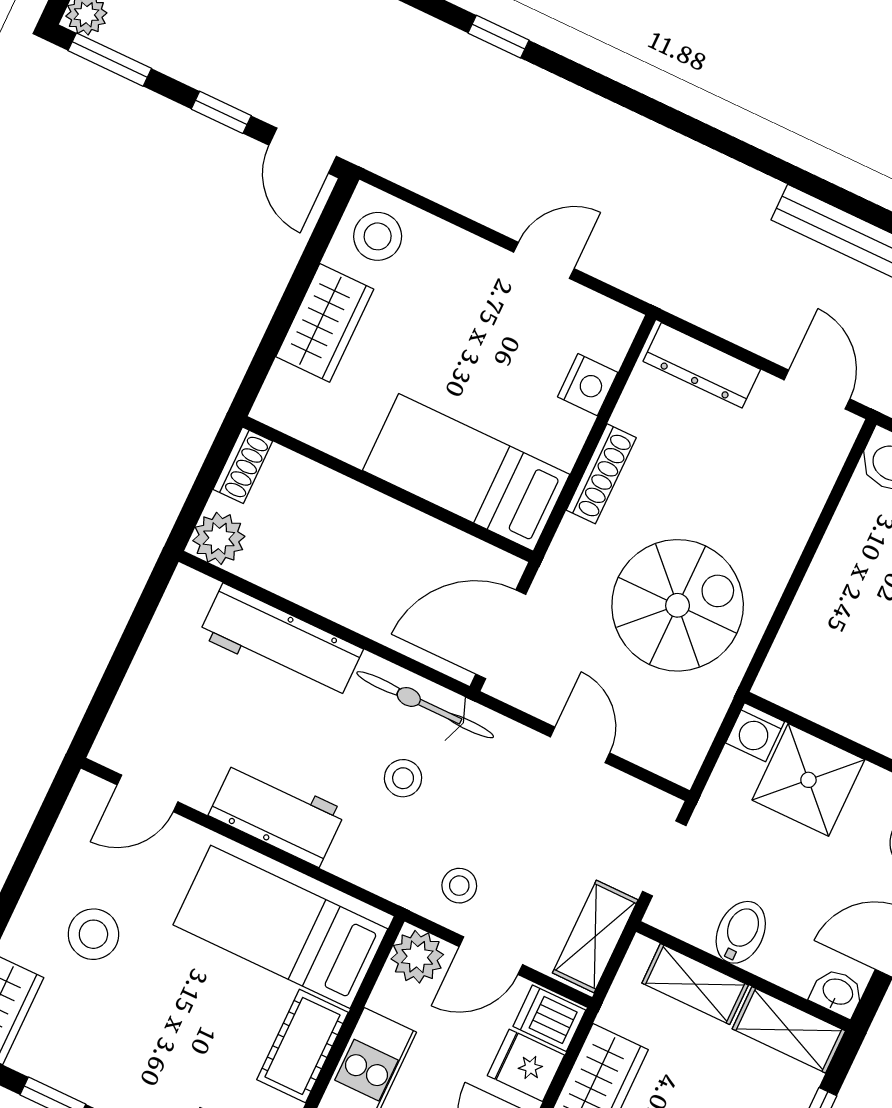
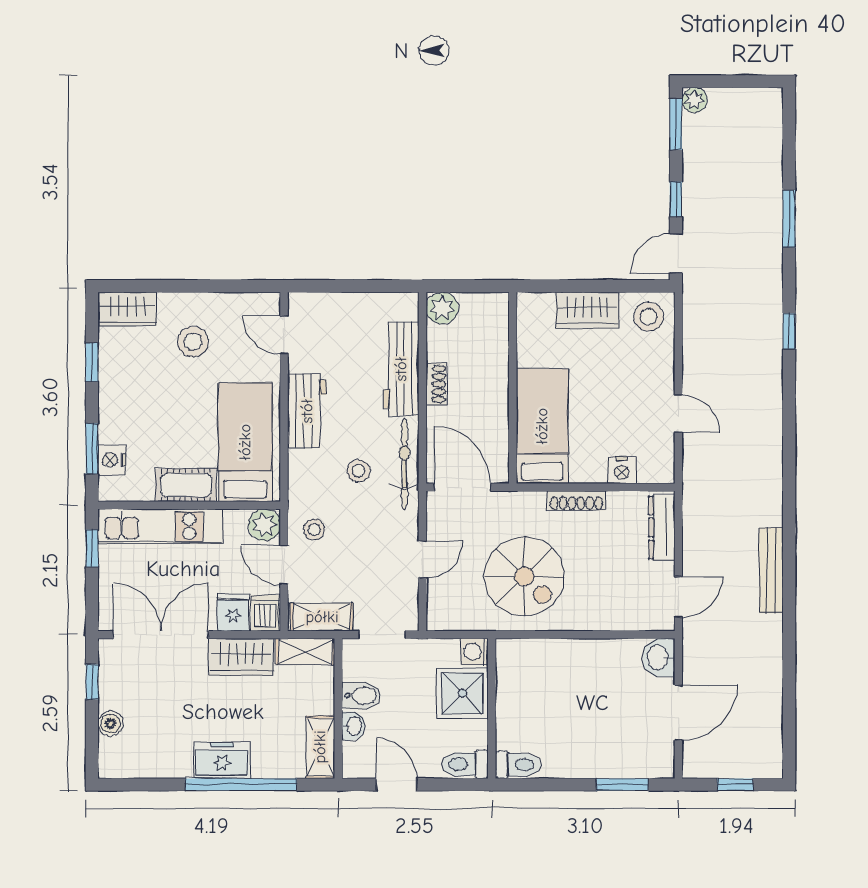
shoe rack: (243, 465) -> (436, 384), moved, turned -90
shelving: (695, 984) -> (305, 652), moved, turned 90
washbasin: (837, 993) -> (353, 726), moved

